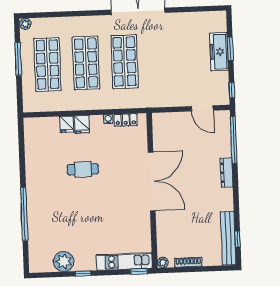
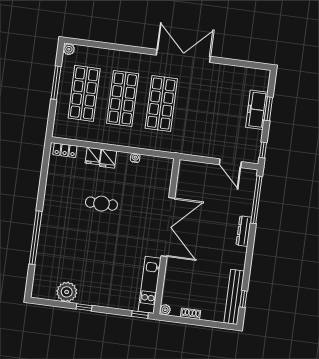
locker: (126, 120) -> (65, 150), moved
kitchen unit: (124, 261) -> (150, 285), moved, turned -90
shoe rack: (188, 262) -> (191, 314), width x0.70

